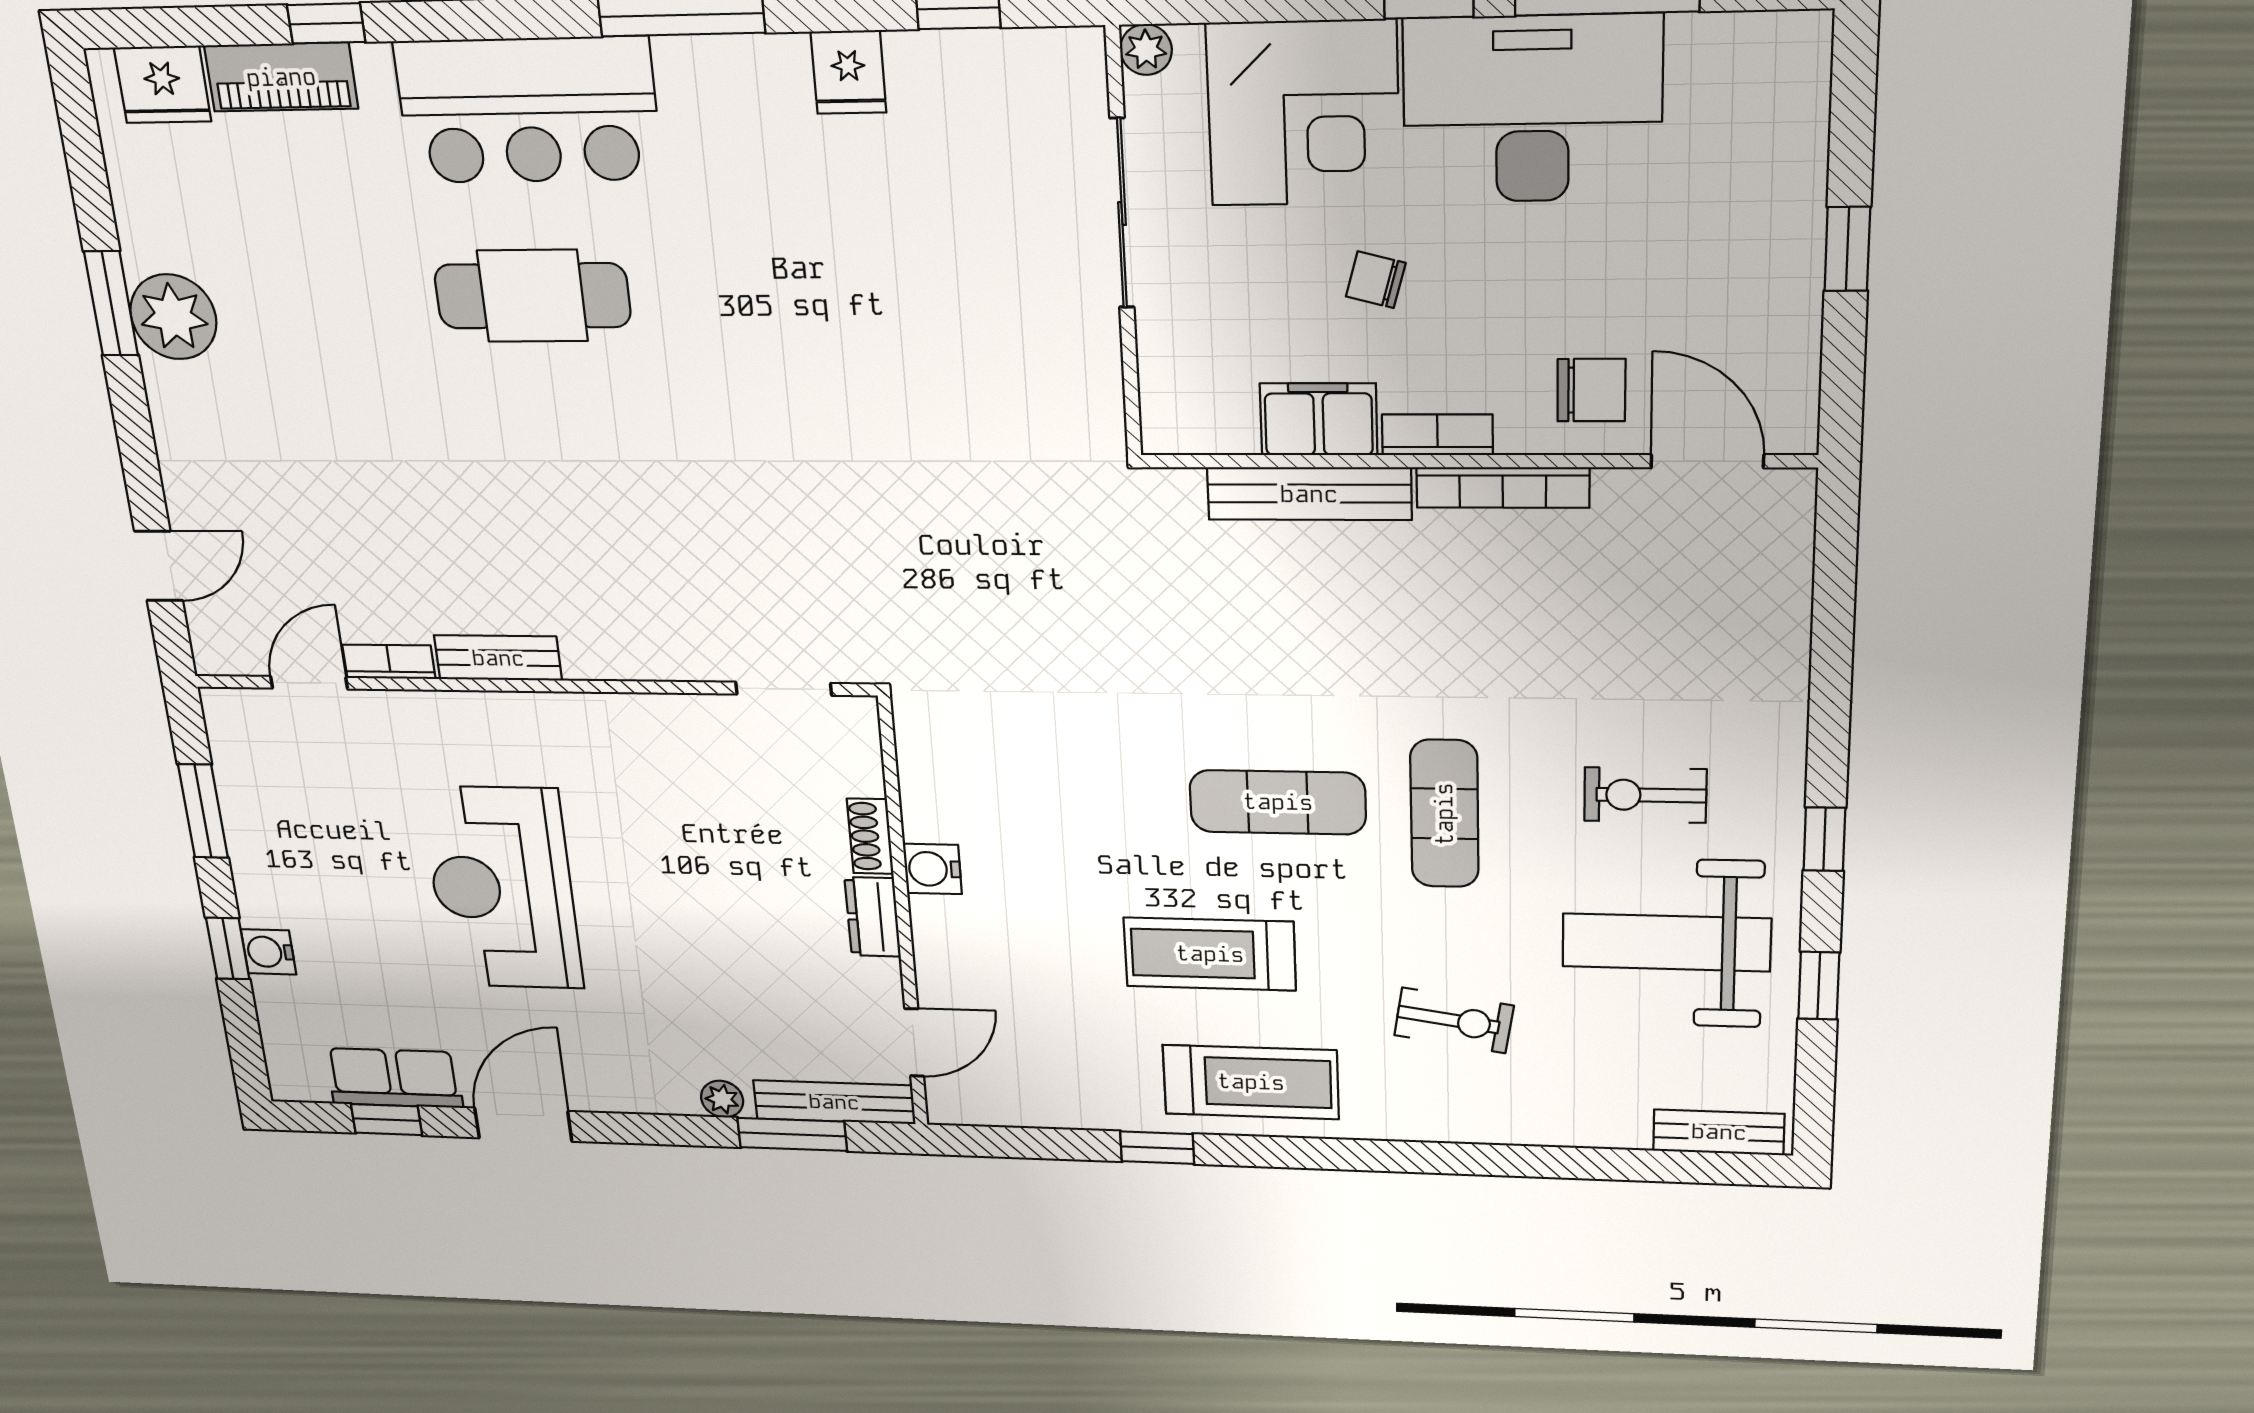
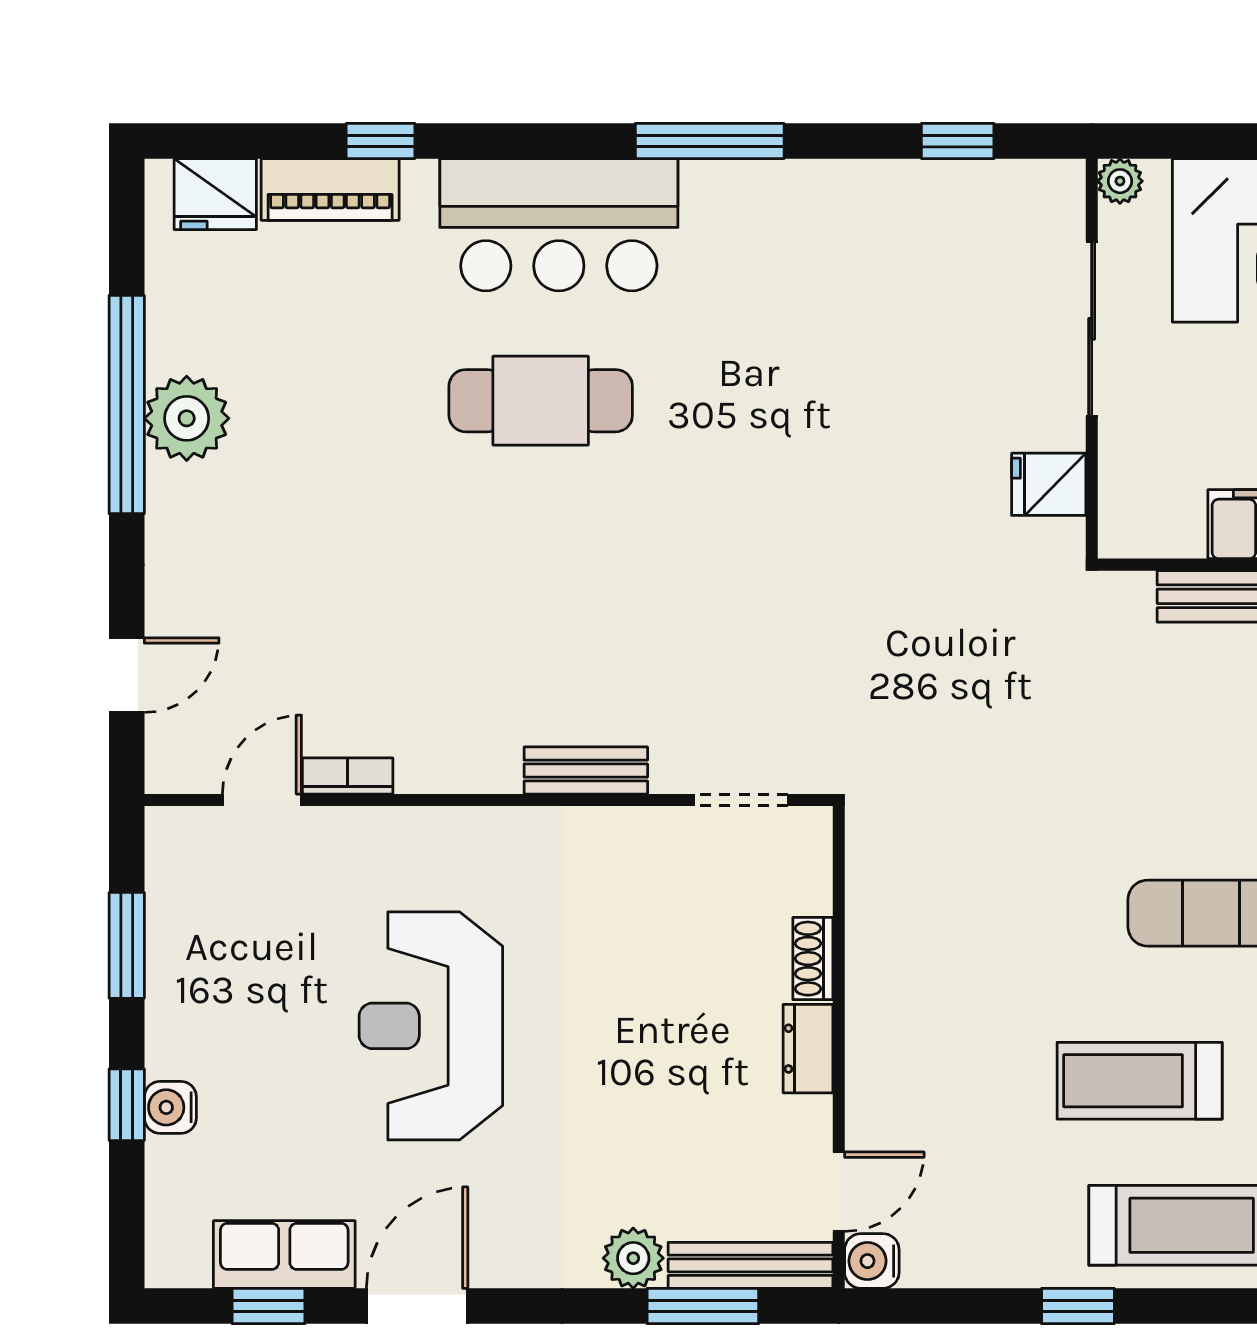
fridge: (848, 72) -> (1049, 484), moved, turned 90
window: (111, 303) -> (127, 405), width x2.11
bench: (498, 658) -> (586, 771), moved
water cooler: (932, 869) -> (872, 1261), moved
plant: (722, 1099) -> (633, 1258), width x1.38, depth x1.38

